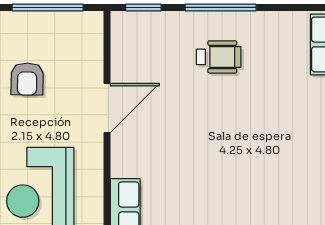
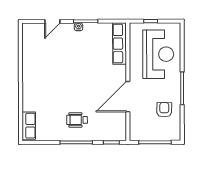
door: (107, 108) -> (128, 97), width x1.36

